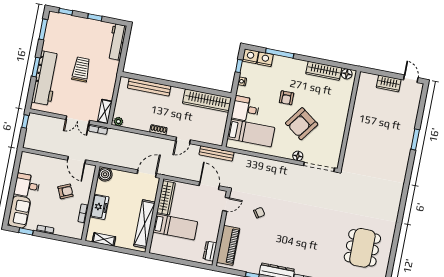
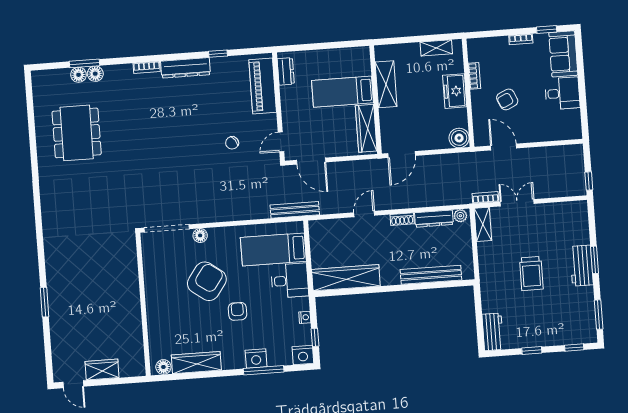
workbench: (117, 42) -> (493, 332), width x0.73
nightstand: (265, 59) -> (256, 358), moved
workbench: (46, 78) -> (581, 266), width x0.53, depth x0.76
dresser: (137, 124) -> (434, 219), added
bench: (216, 153) -> (295, 210), moved
shelving: (144, 224) -> (386, 84), width x0.68

